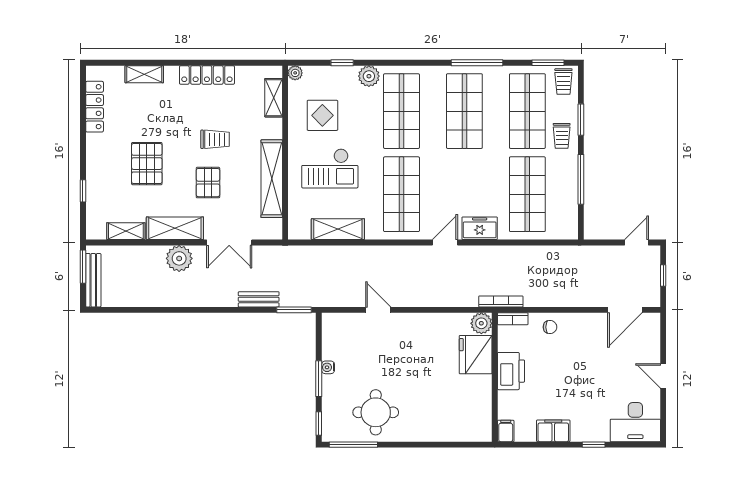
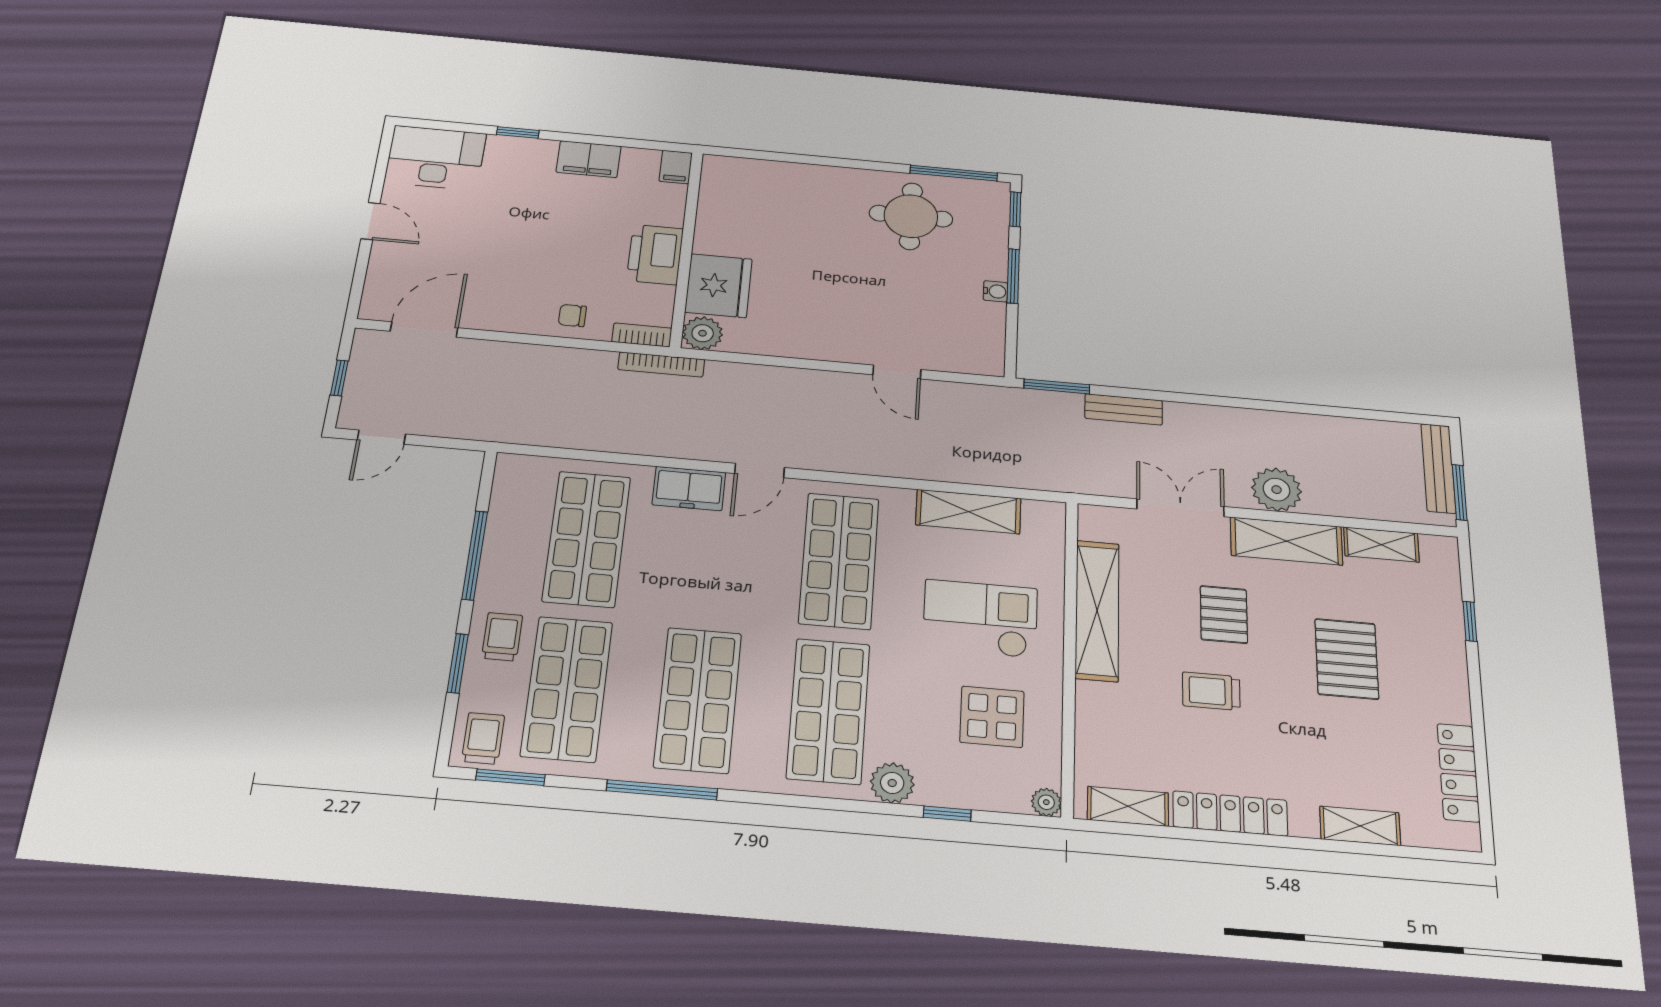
shelving: (274, 98) -> (1128, 806), moved, turned 90

